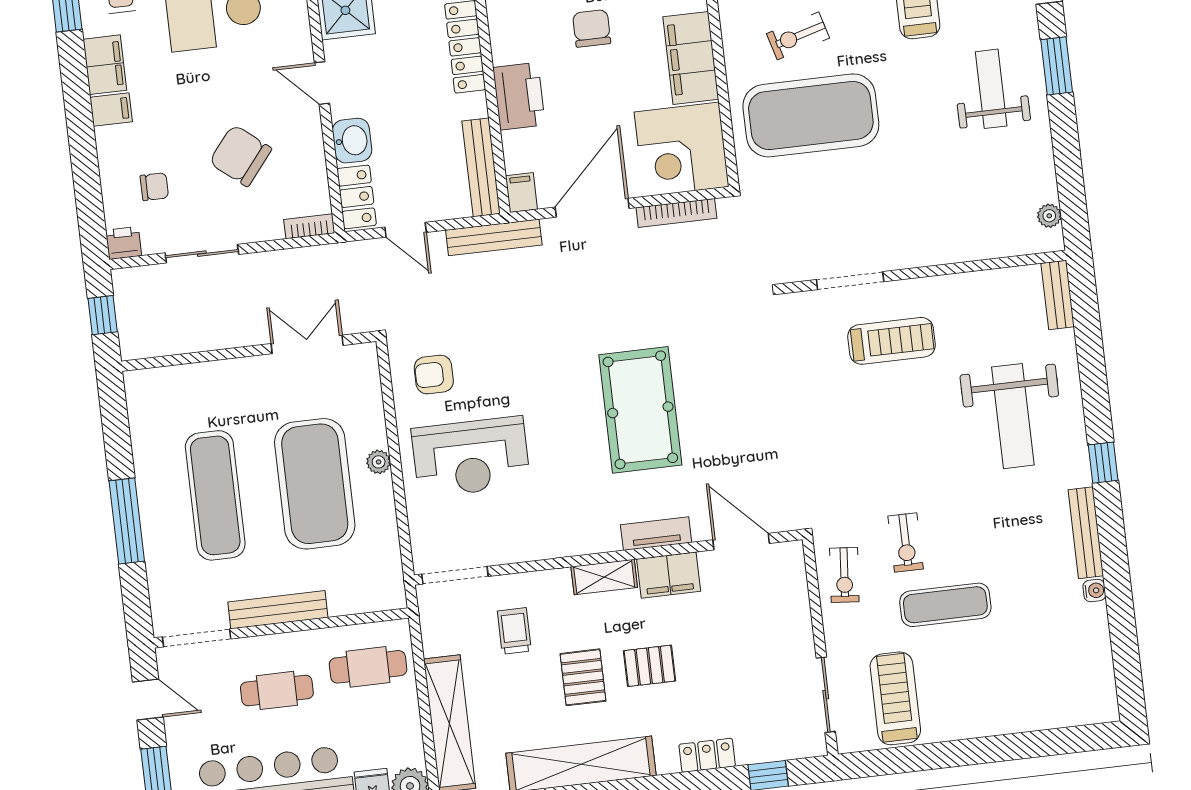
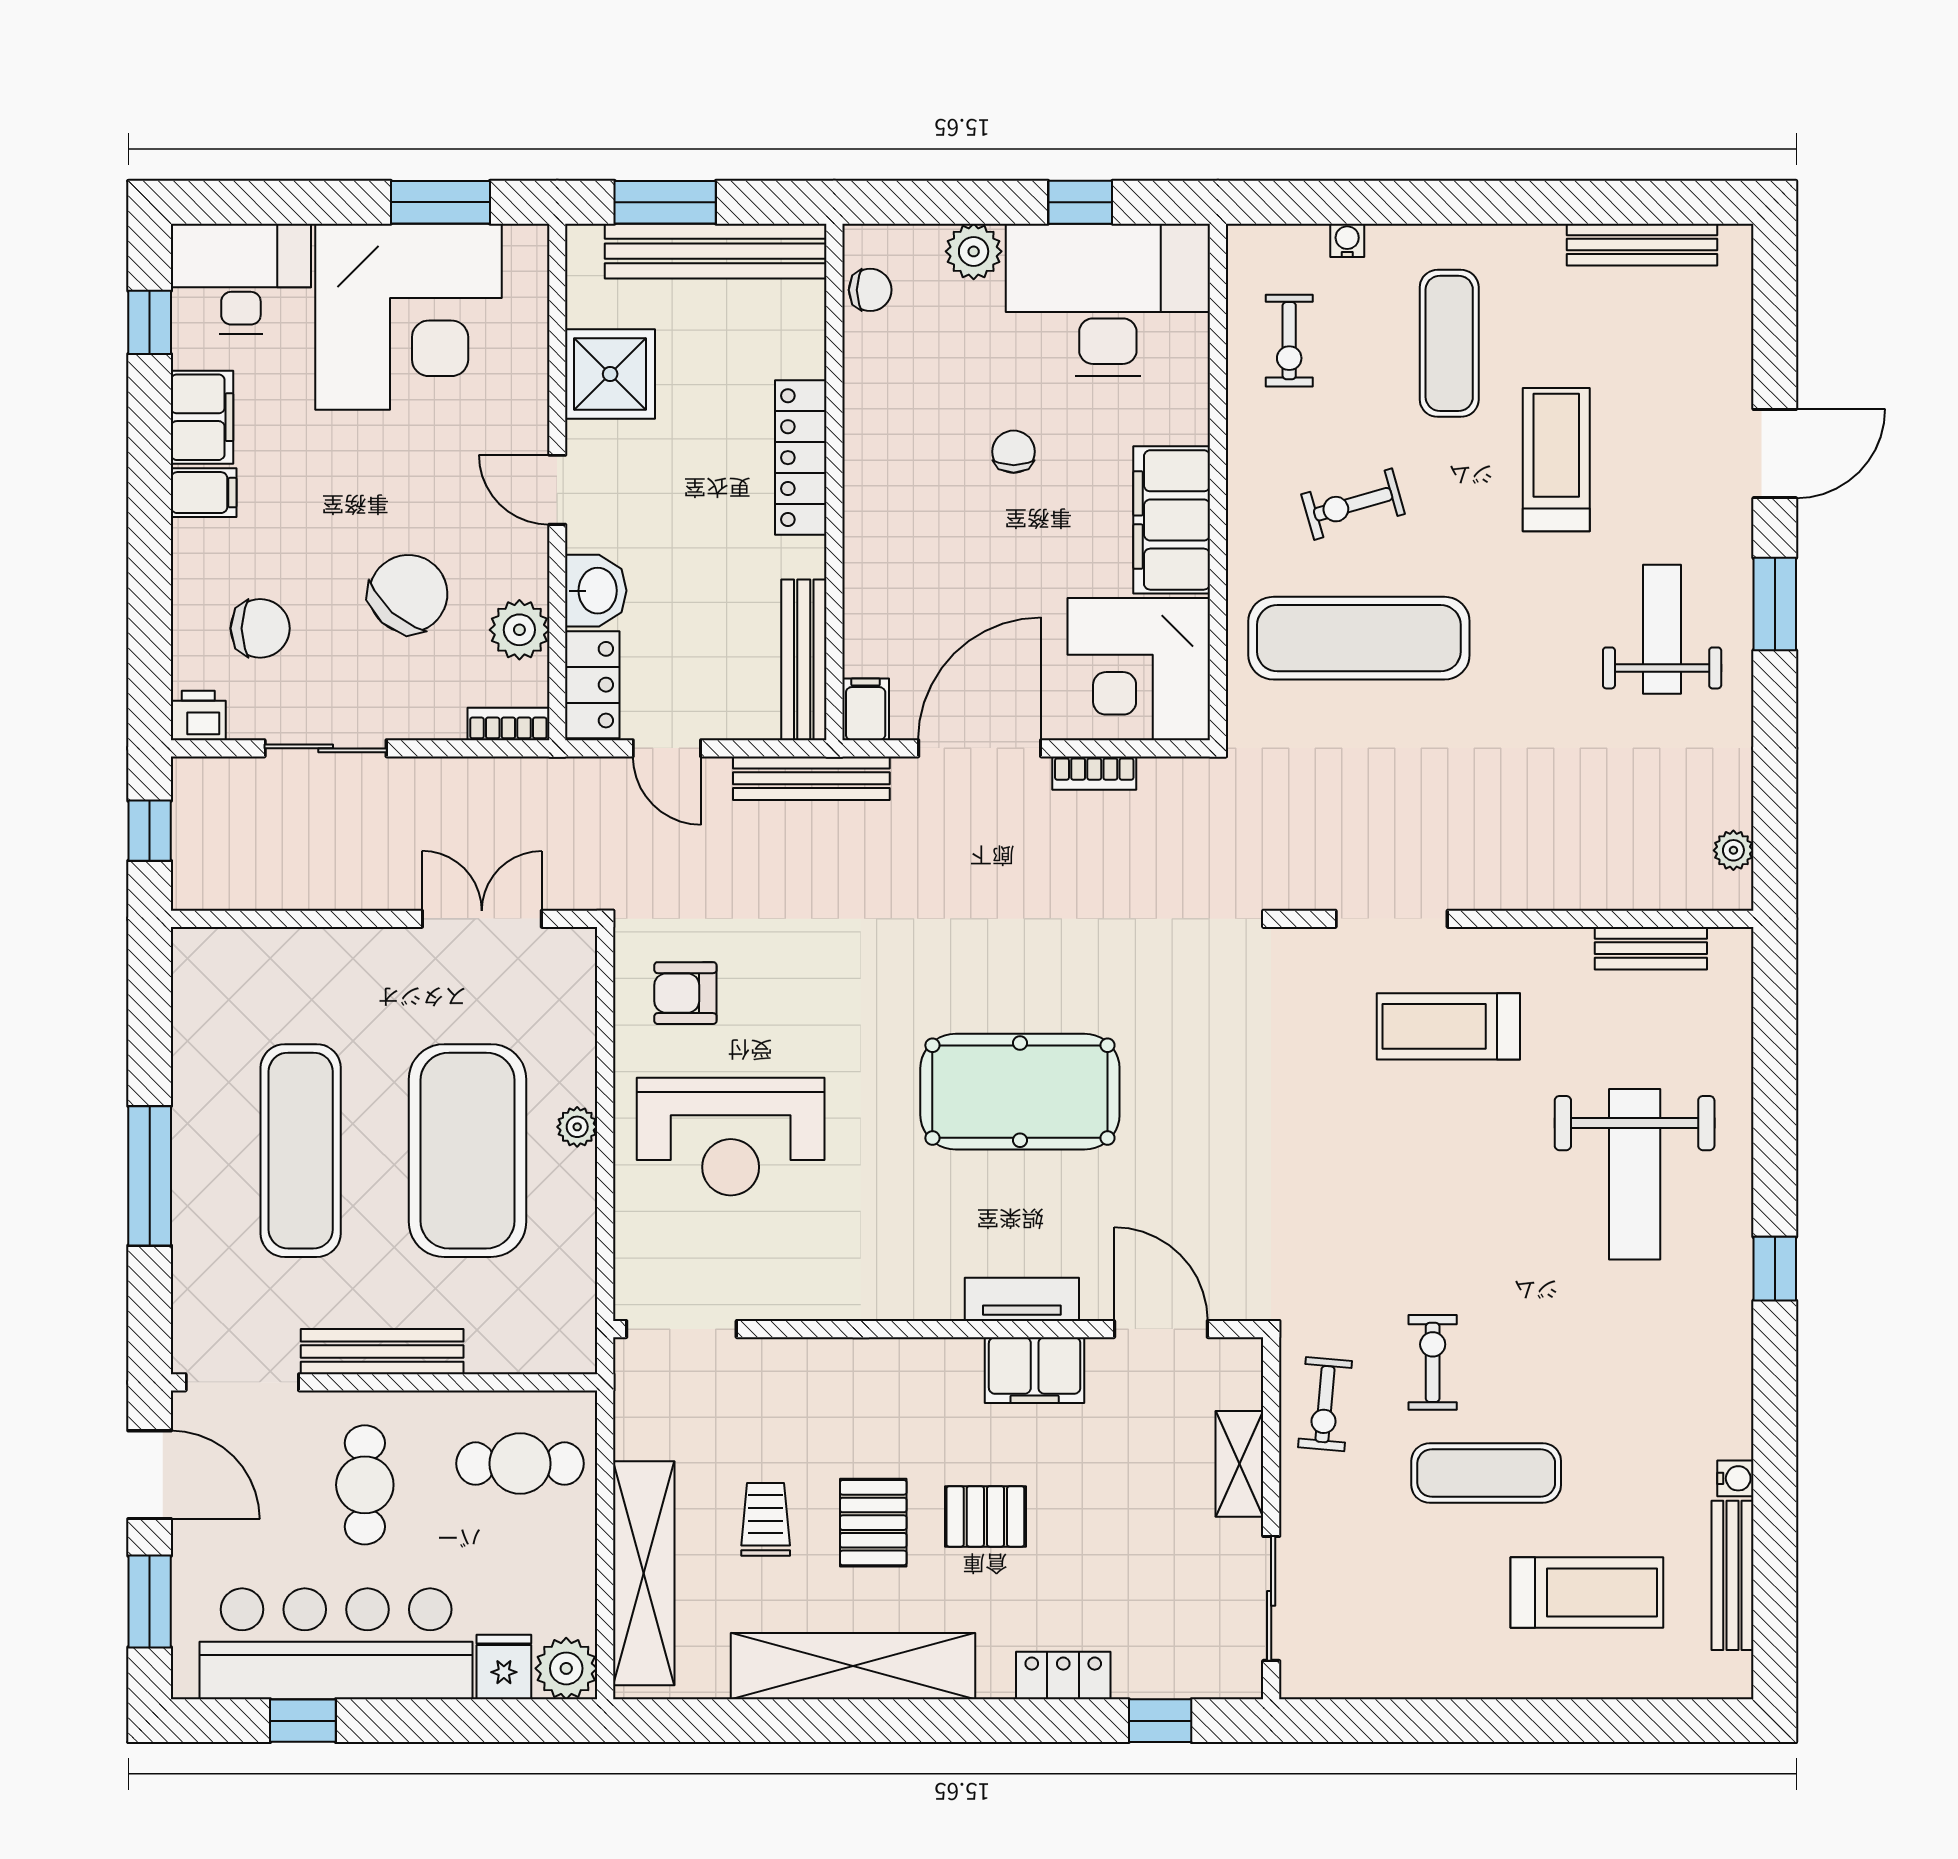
chair: (592, 28) -> (1014, 452), width x0.73, depth x0.73
printer: (519, 96) -> (880, 550), removed
exercise mat: (811, 115) -> (1359, 638), width x0.68
chair: (240, 156) -> (408, 594), turned 93
plant: (309, 169) -> (519, 630), added
chair: (154, 187) -> (260, 628), width x1.37, depth x1.37
bookcase: (676, 213) -> (1094, 773), width x0.64
bench: (1058, 295) -> (1651, 948), moved, turned 90
treadmill: (891, 341) -> (1448, 1026), turned 180
pool table: (640, 410) -> (1020, 1092), turned 90
bench: (1086, 533) -> (1732, 1575), moved
exercise bike: (906, 543) -> (1433, 1362), turned 180
shelving: (604, 577) -> (1239, 1464), moved, turned 90
trolley: (514, 631) -> (766, 1519), moved
cafe table: (277, 690) -> (365, 1485), turned 90
treadmill: (895, 698) -> (1587, 1592), moved, turned 90
door: (148, 700) -> (150, 1475), width x1.37

